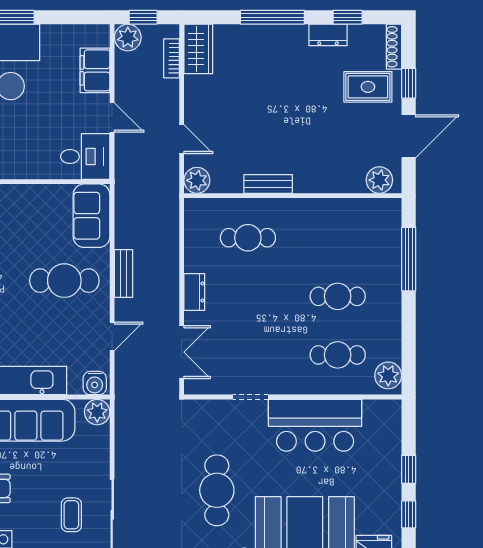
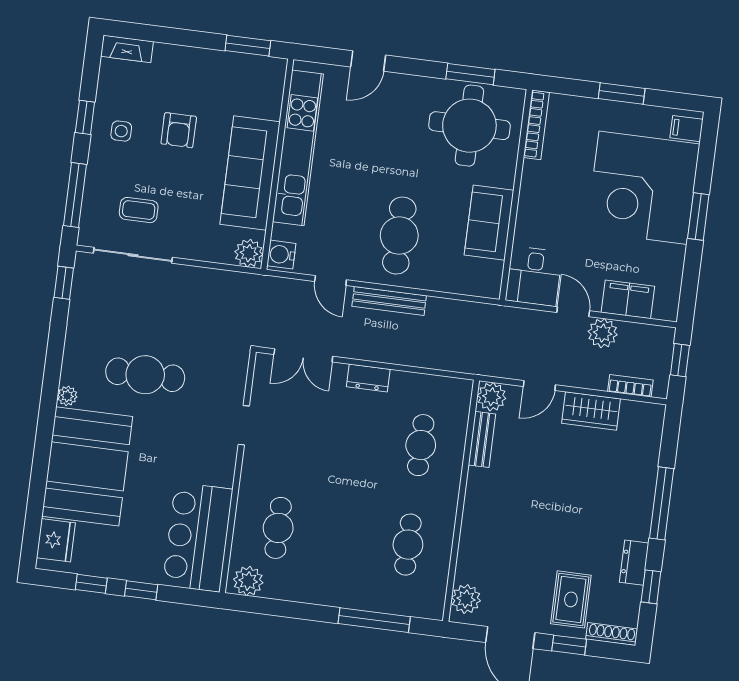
plant: (128, 38) -> (603, 333), moved
wardrobe: (198, 49) -> (591, 411), moved
door: (112, 118) -> (573, 312), swing flipped
bench: (268, 184) -> (482, 439), moved
sofa: (92, 216) -> (489, 223), moved, turned -90
bench: (124, 273) -> (389, 301), width x1.36
cafe table: (338, 296) -> (408, 545), moved
bar counter: (315, 425) -> (198, 537), moved

